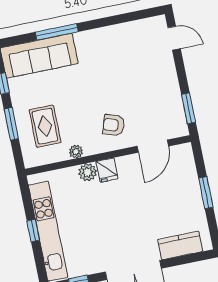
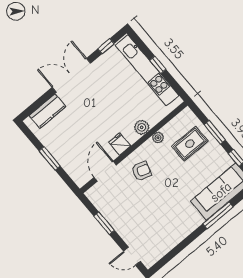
window: (189, 108) -> (104, 223), moved
rug: (45, 126) -> (190, 144), turned 90
fridge: (107, 170) -> (120, 144), moved

